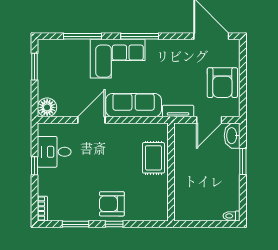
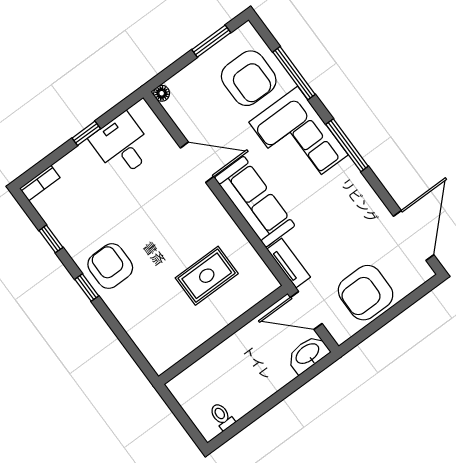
armchair: (68, 61) -> (249, 78), added
floor lamp: (47, 107) -> (162, 93), width x0.53, depth x0.53
window: (243, 162) -> (285, 392), removed
wall: (171, 172) -> (223, 335), moved
toilet: (232, 216) -> (222, 416), moved
window: (75, 224) -> (51, 239), width x0.67

